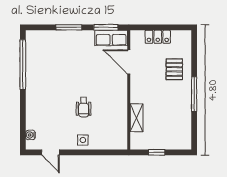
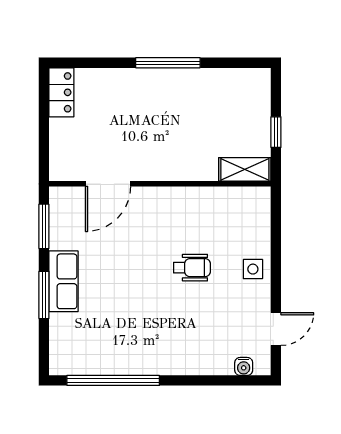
locker: (158, 37) -> (61, 92), moved
row of seats: (111, 38) -> (64, 281), moved
pallet: (174, 69) -> (122, 99), removed
shelving: (137, 118) -> (245, 169), moved

